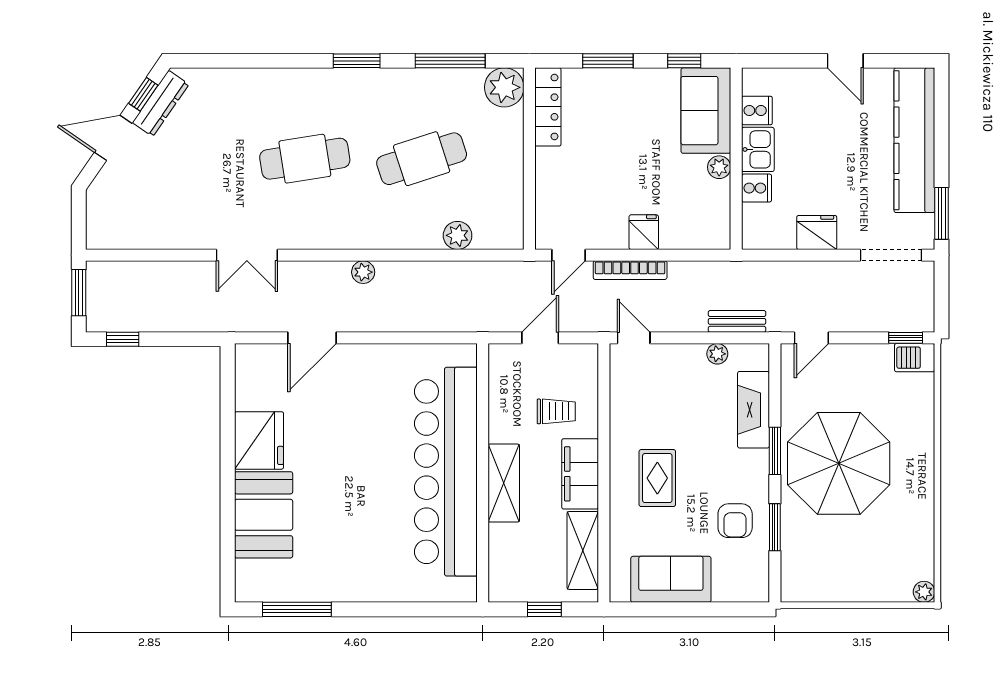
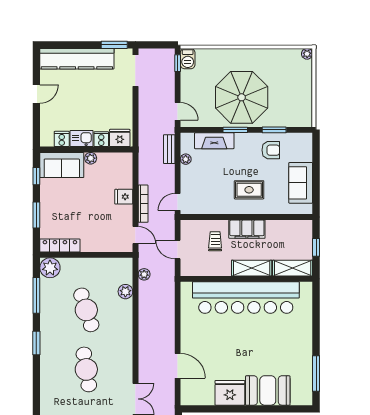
fridge: (817, 232) -> (120, 138), moved, turned 90
plant: (363, 272) -> (144, 274), moved
shelving: (583, 550) -> (293, 268), moved

